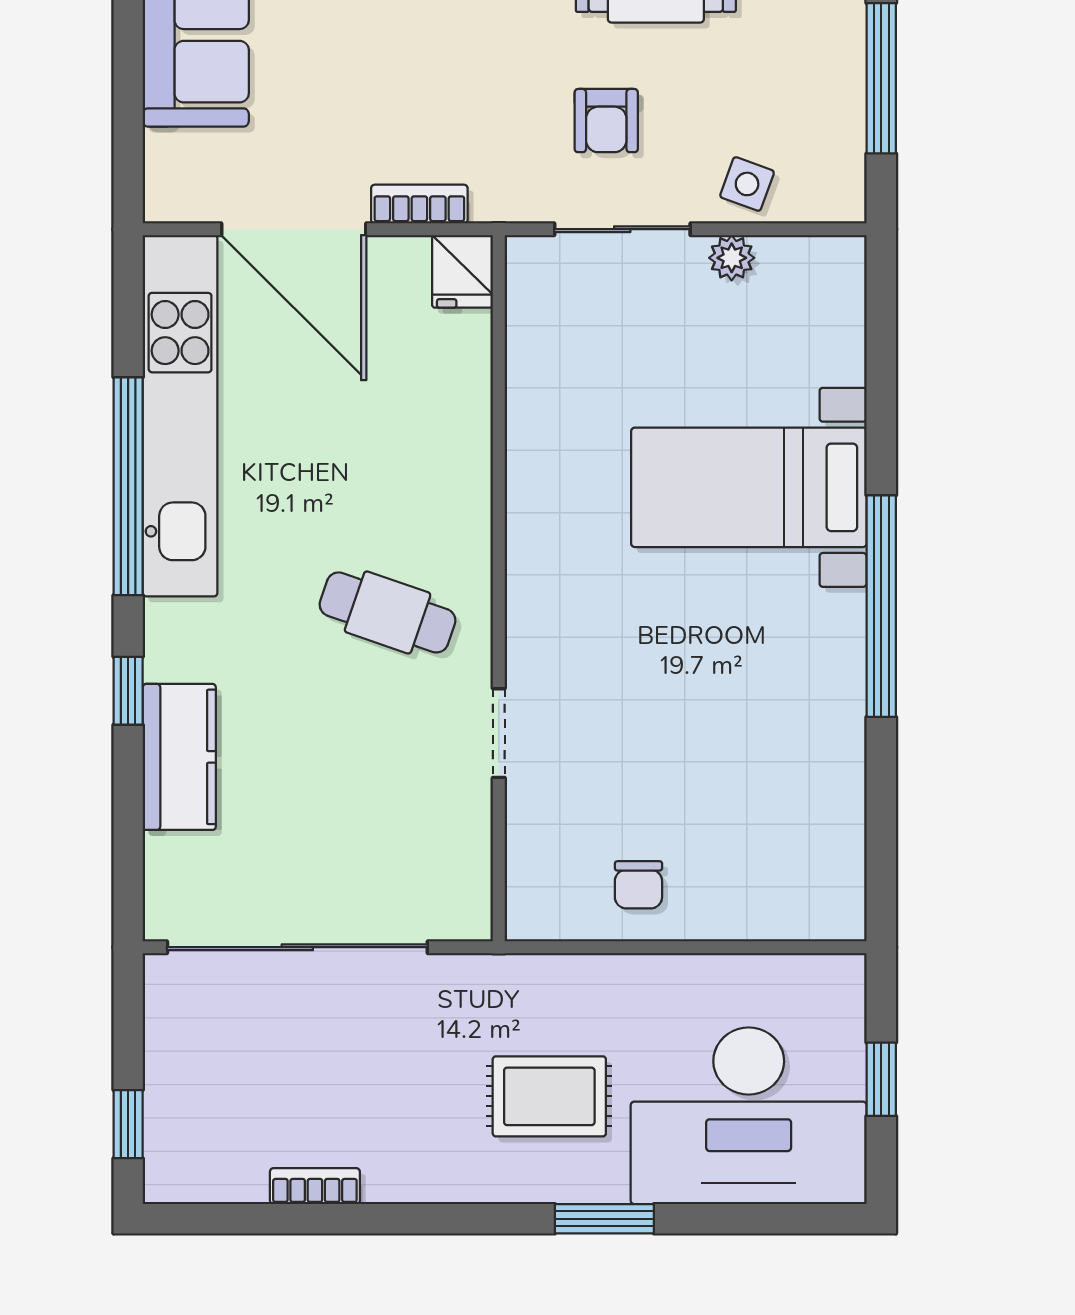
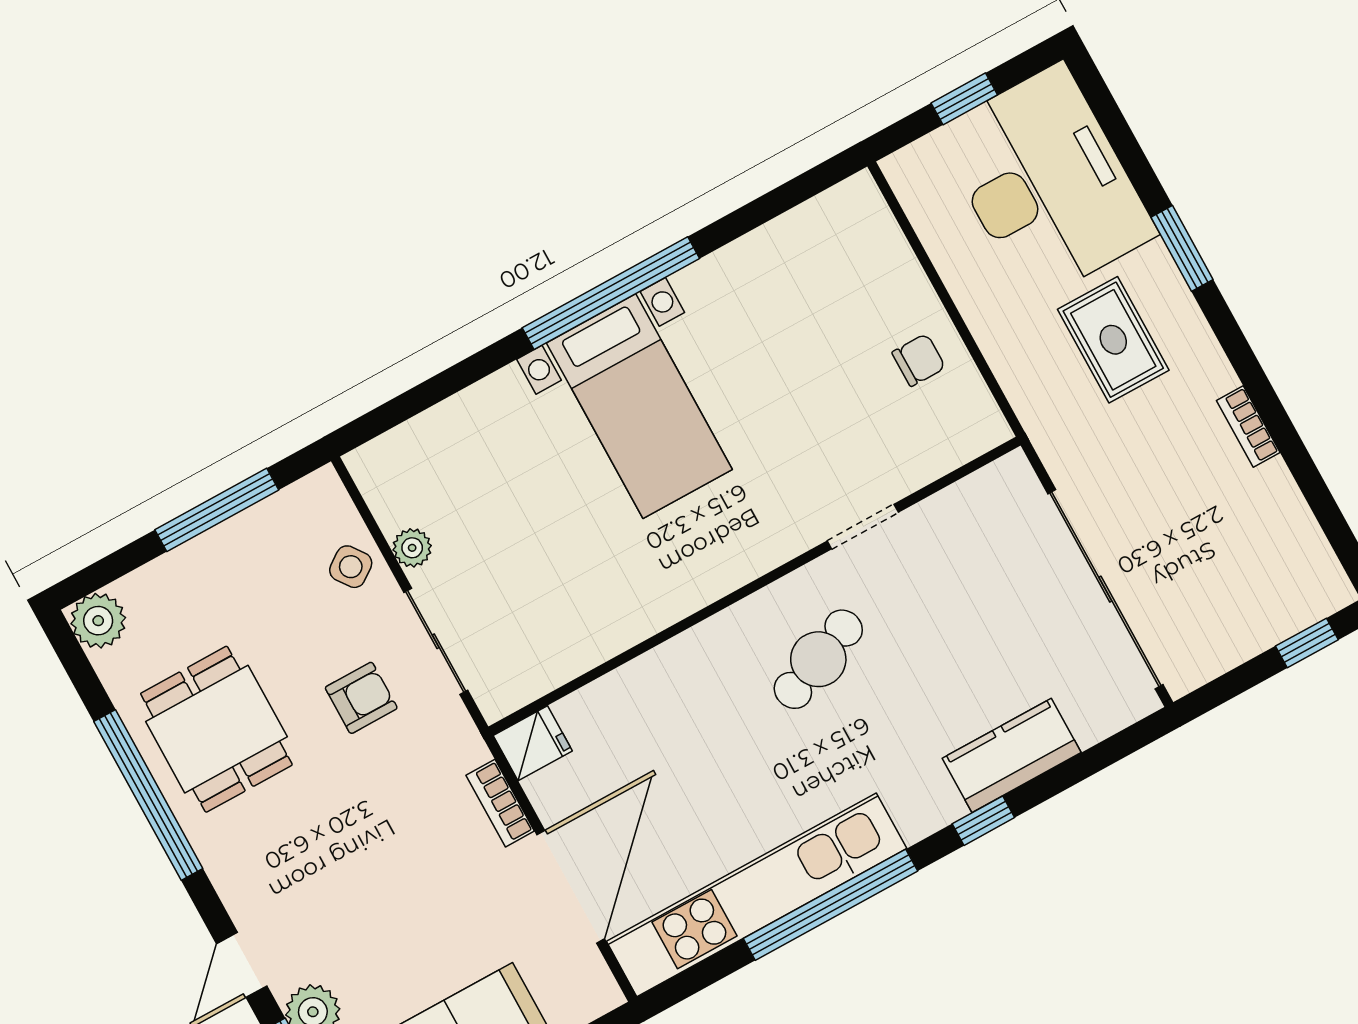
side table: (747, 184) -> (351, 567), turned 34
bed with nightstands: (749, 487) -> (639, 406), moved
cafe table: (388, 612) -> (818, 659), turned 49
bookcase: (315, 1186) -> (1248, 427), moved

